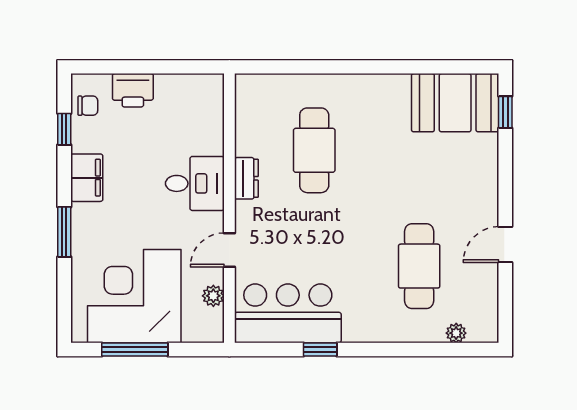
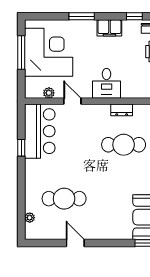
dresser: (246, 178) -> (122, 110), moved

